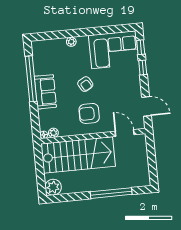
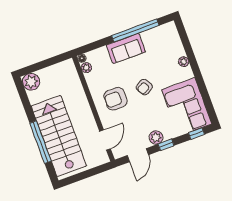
window: (143, 68) -> (166, 145), moved
plant: (135, 85) -> (156, 138), added
armchair: (89, 113) -> (115, 99), turned -90
stairs: (78, 155) -> (59, 136), moved, turned 180

